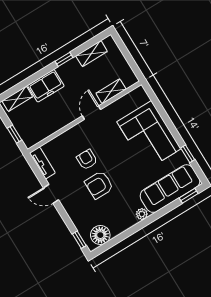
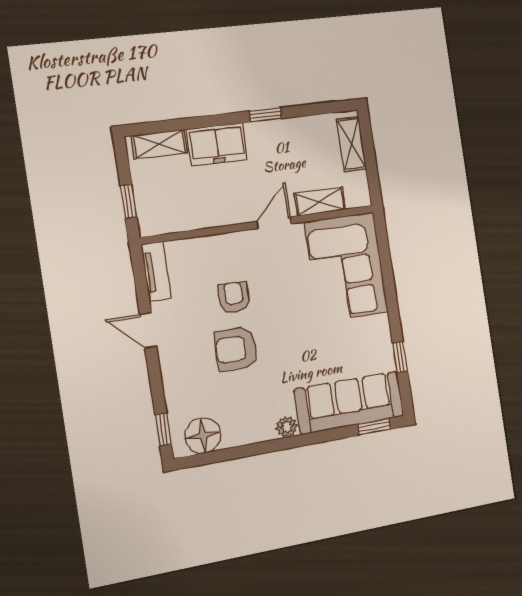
shelving: (92, 54) -> (351, 144), moved, turned 90
corner sofa: (149, 135) -> (346, 267), moved

